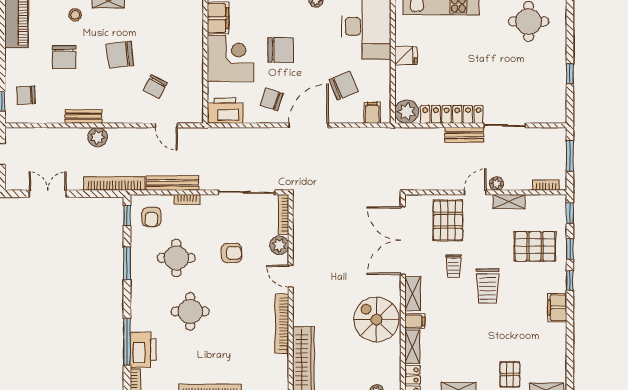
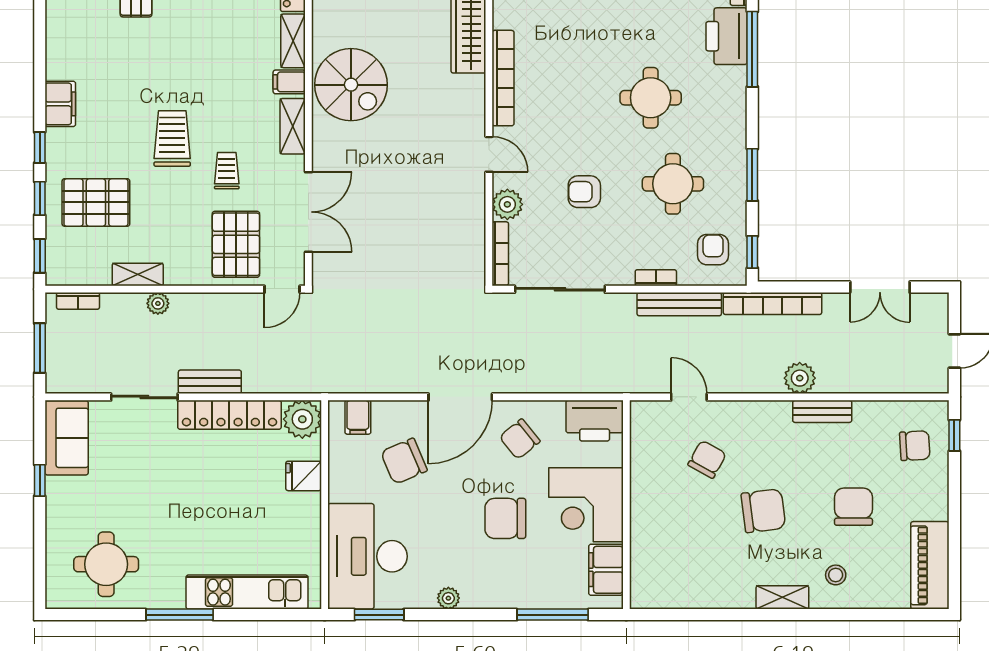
fridge: (406, 56) -> (304, 476), moved
chair: (272, 99) -> (520, 439), turned 123
sofa: (553, 100) -> (67, 438), added
door: (475, 192) -> (282, 289), moved
double door: (403, 240) -> (308, 212), width x0.73

